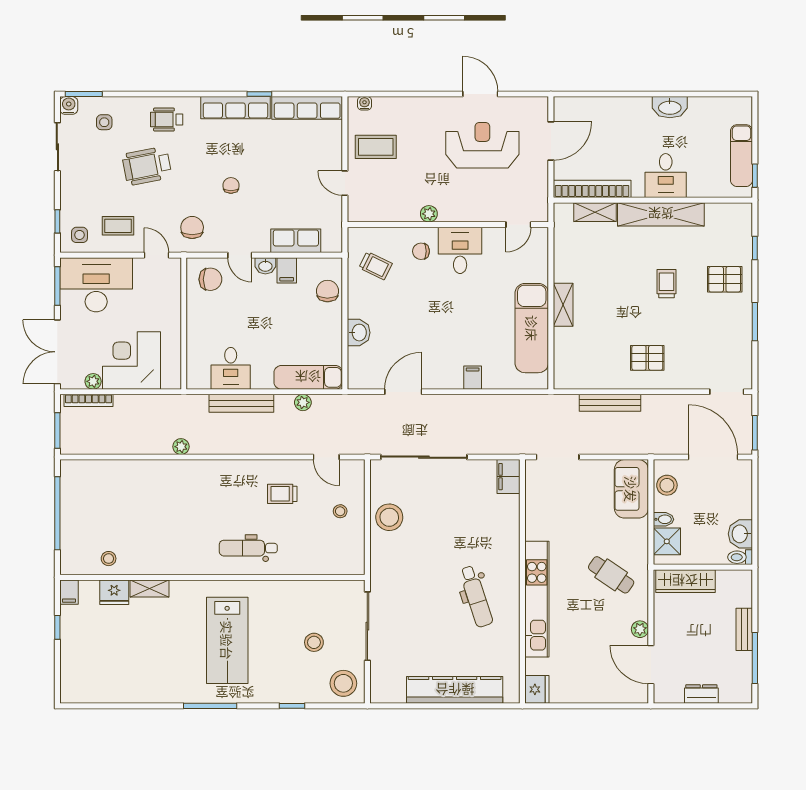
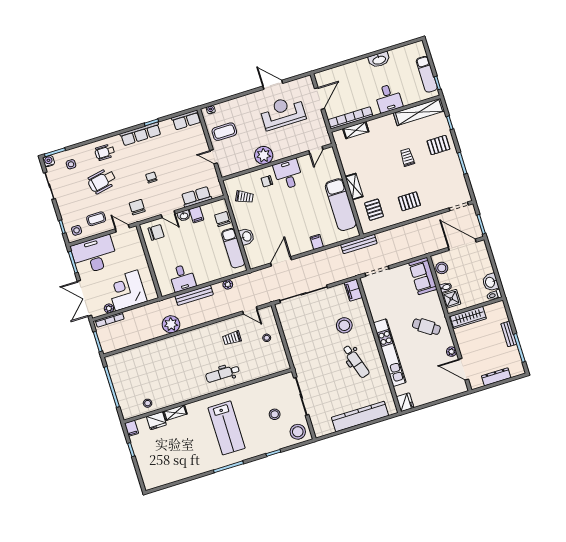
row of seats: (307, 108) -> (186, 120), width x0.68
plant: (429, 214) -> (264, 155), width x1.88, depth x1.88
shelving: (661, 214) -> (419, 112), moved
pallet: (584, 354) -> (374, 210), added
exam couch: (308, 377) -> (233, 248), moved, turned -90
bench: (610, 403) -> (359, 244), moved
plant: (181, 447) -> (171, 324), width x1.88, depth x1.88
stool: (389, 517) -> (344, 325), moved
dresser: (701, 694) -> (496, 377), width x1.44

